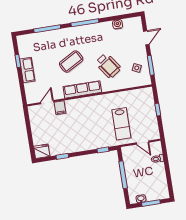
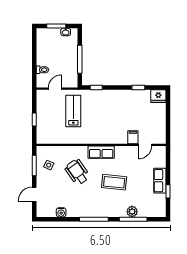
plant: (49, 36) -> (132, 212), added
coffee table: (71, 62) -> (114, 182), turned 35
row of seats: (82, 89) -> (101, 152), width x0.68
door: (143, 143) -> (55, 89), hinge flipped

